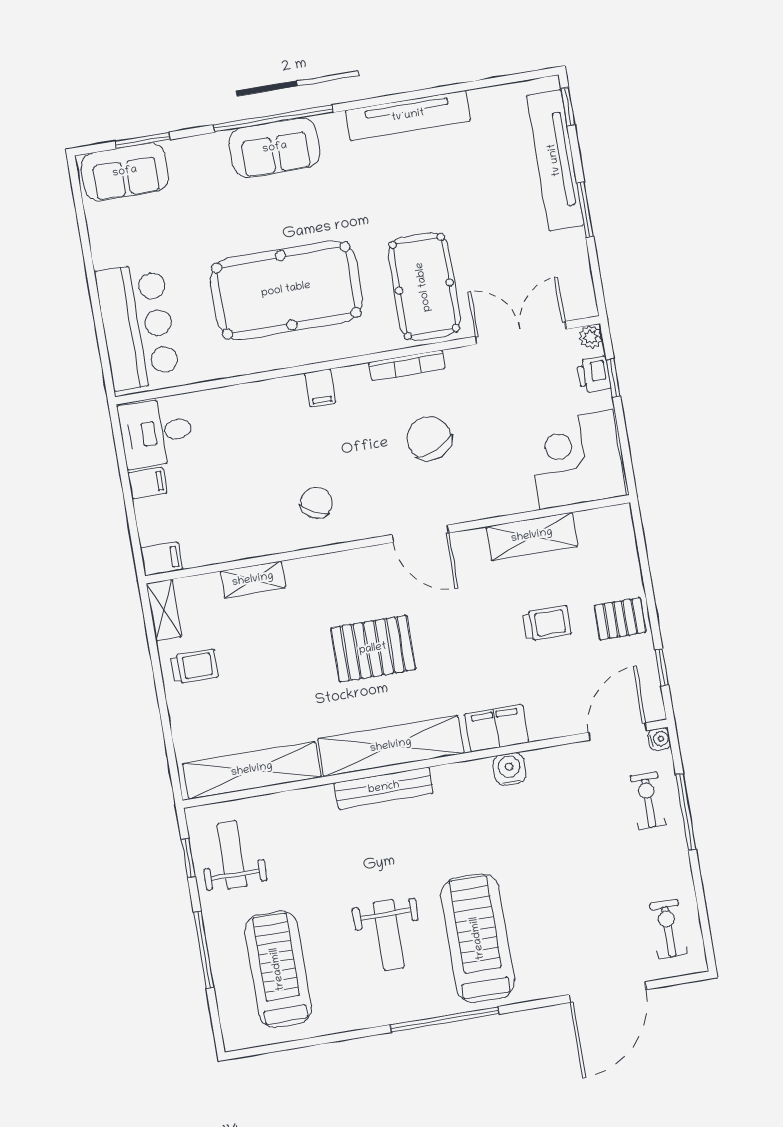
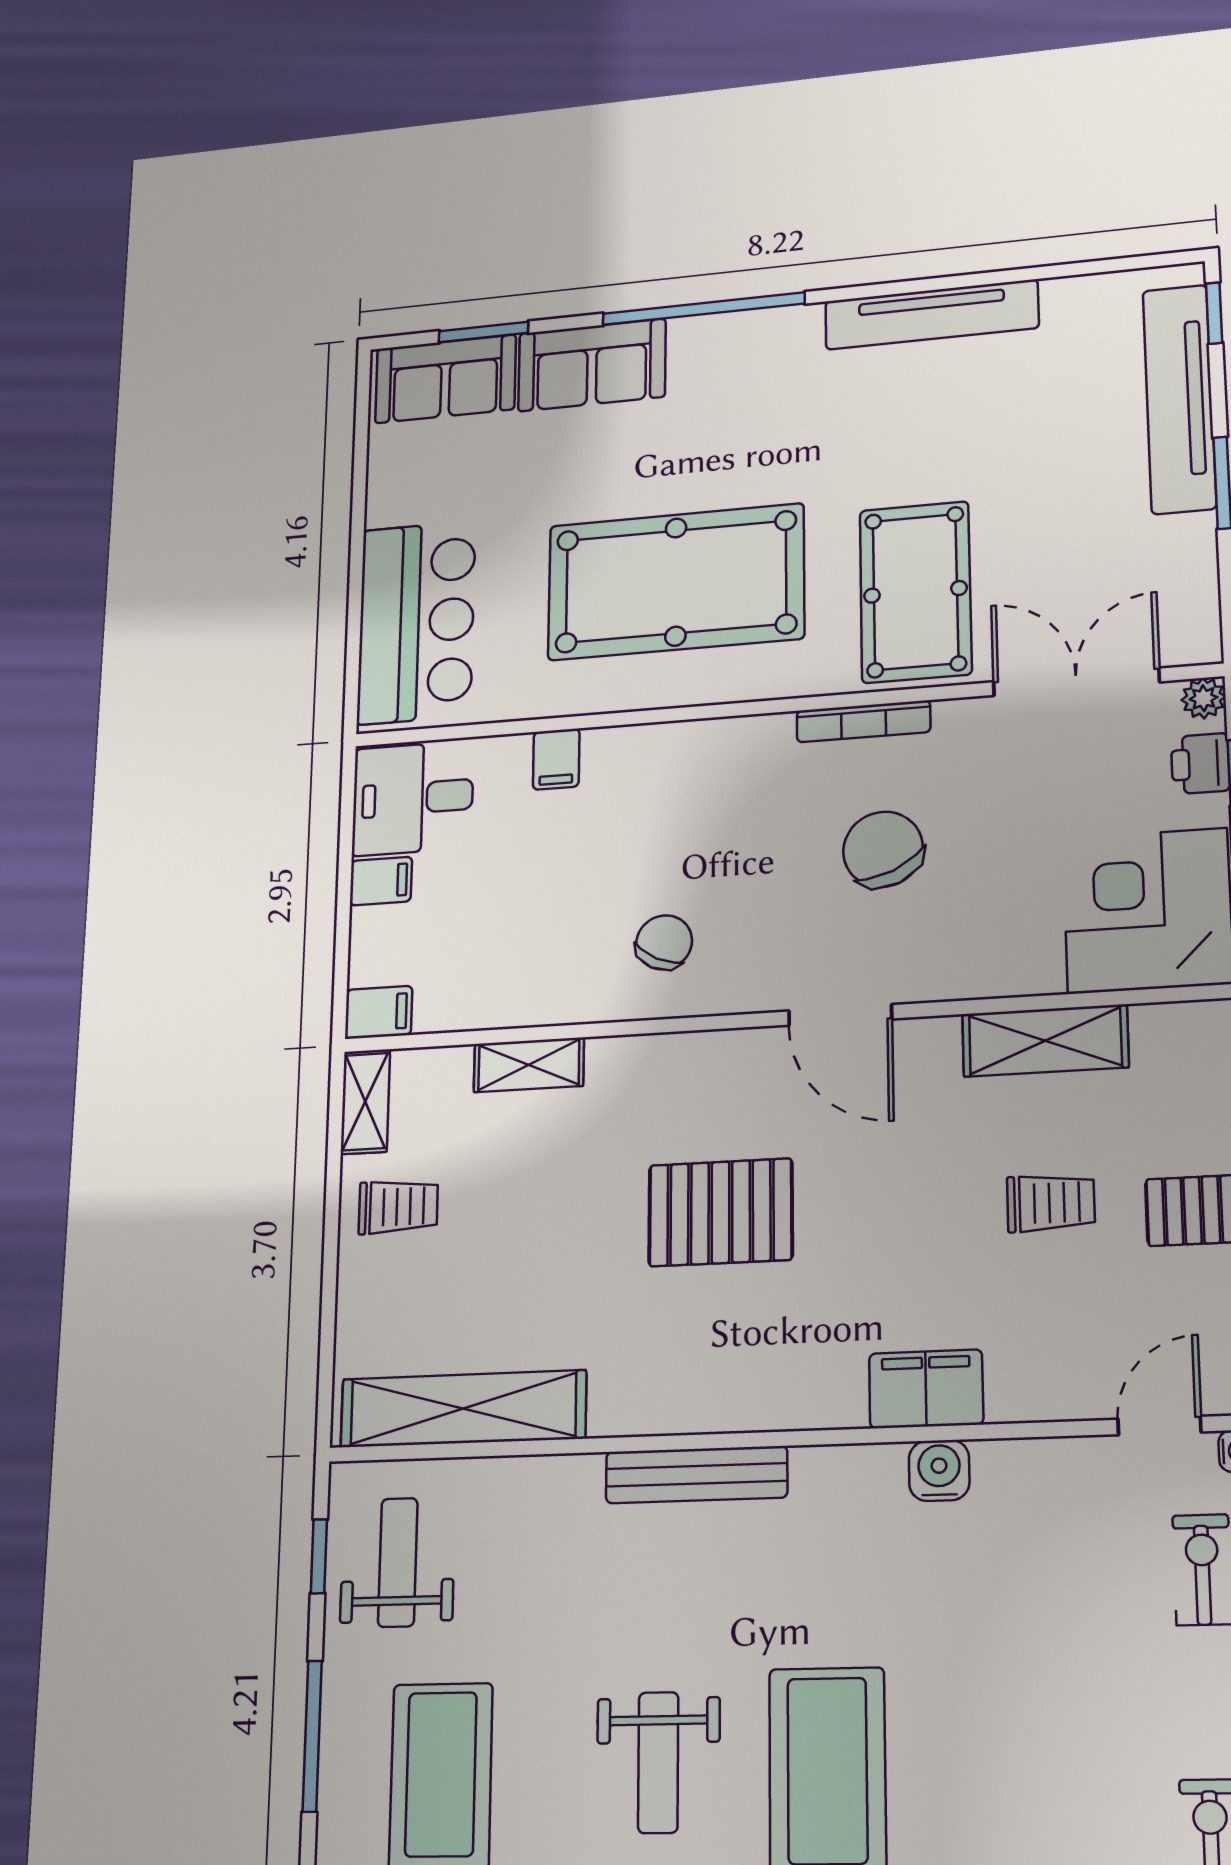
sofa: (275, 148) -> (592, 365), moved
filing cabinet: (320, 388) -> (556, 759), moved
door: (618, 732) -> (1159, 1426), width x0.73
shelving: (391, 746) -> (723, 1397), removed

